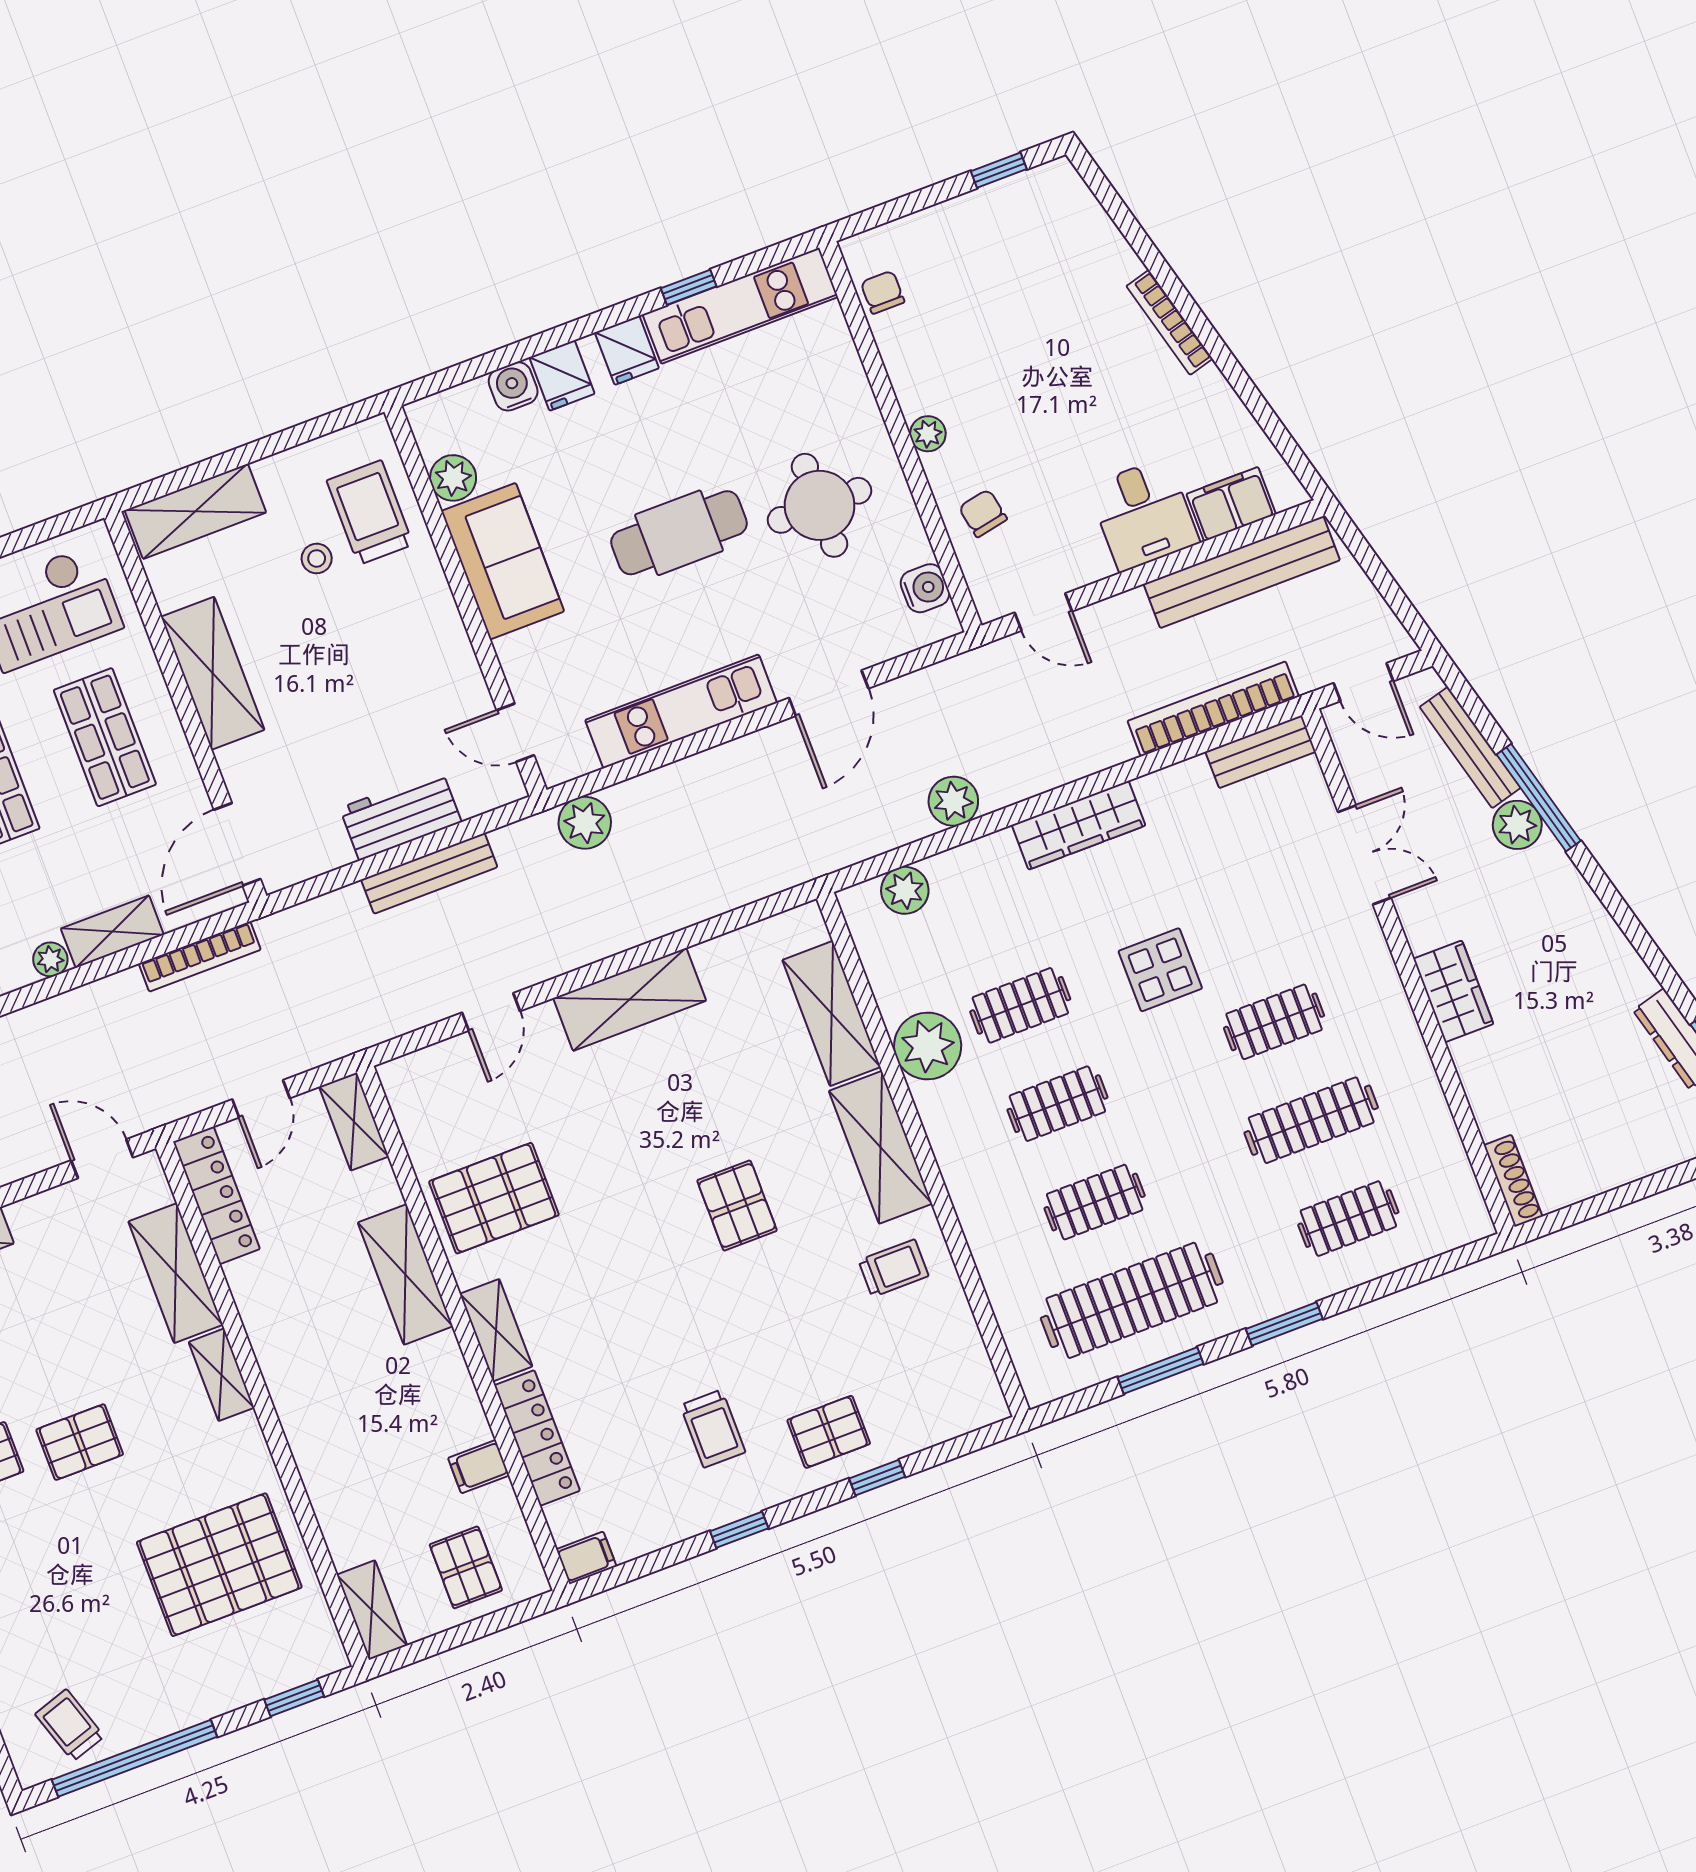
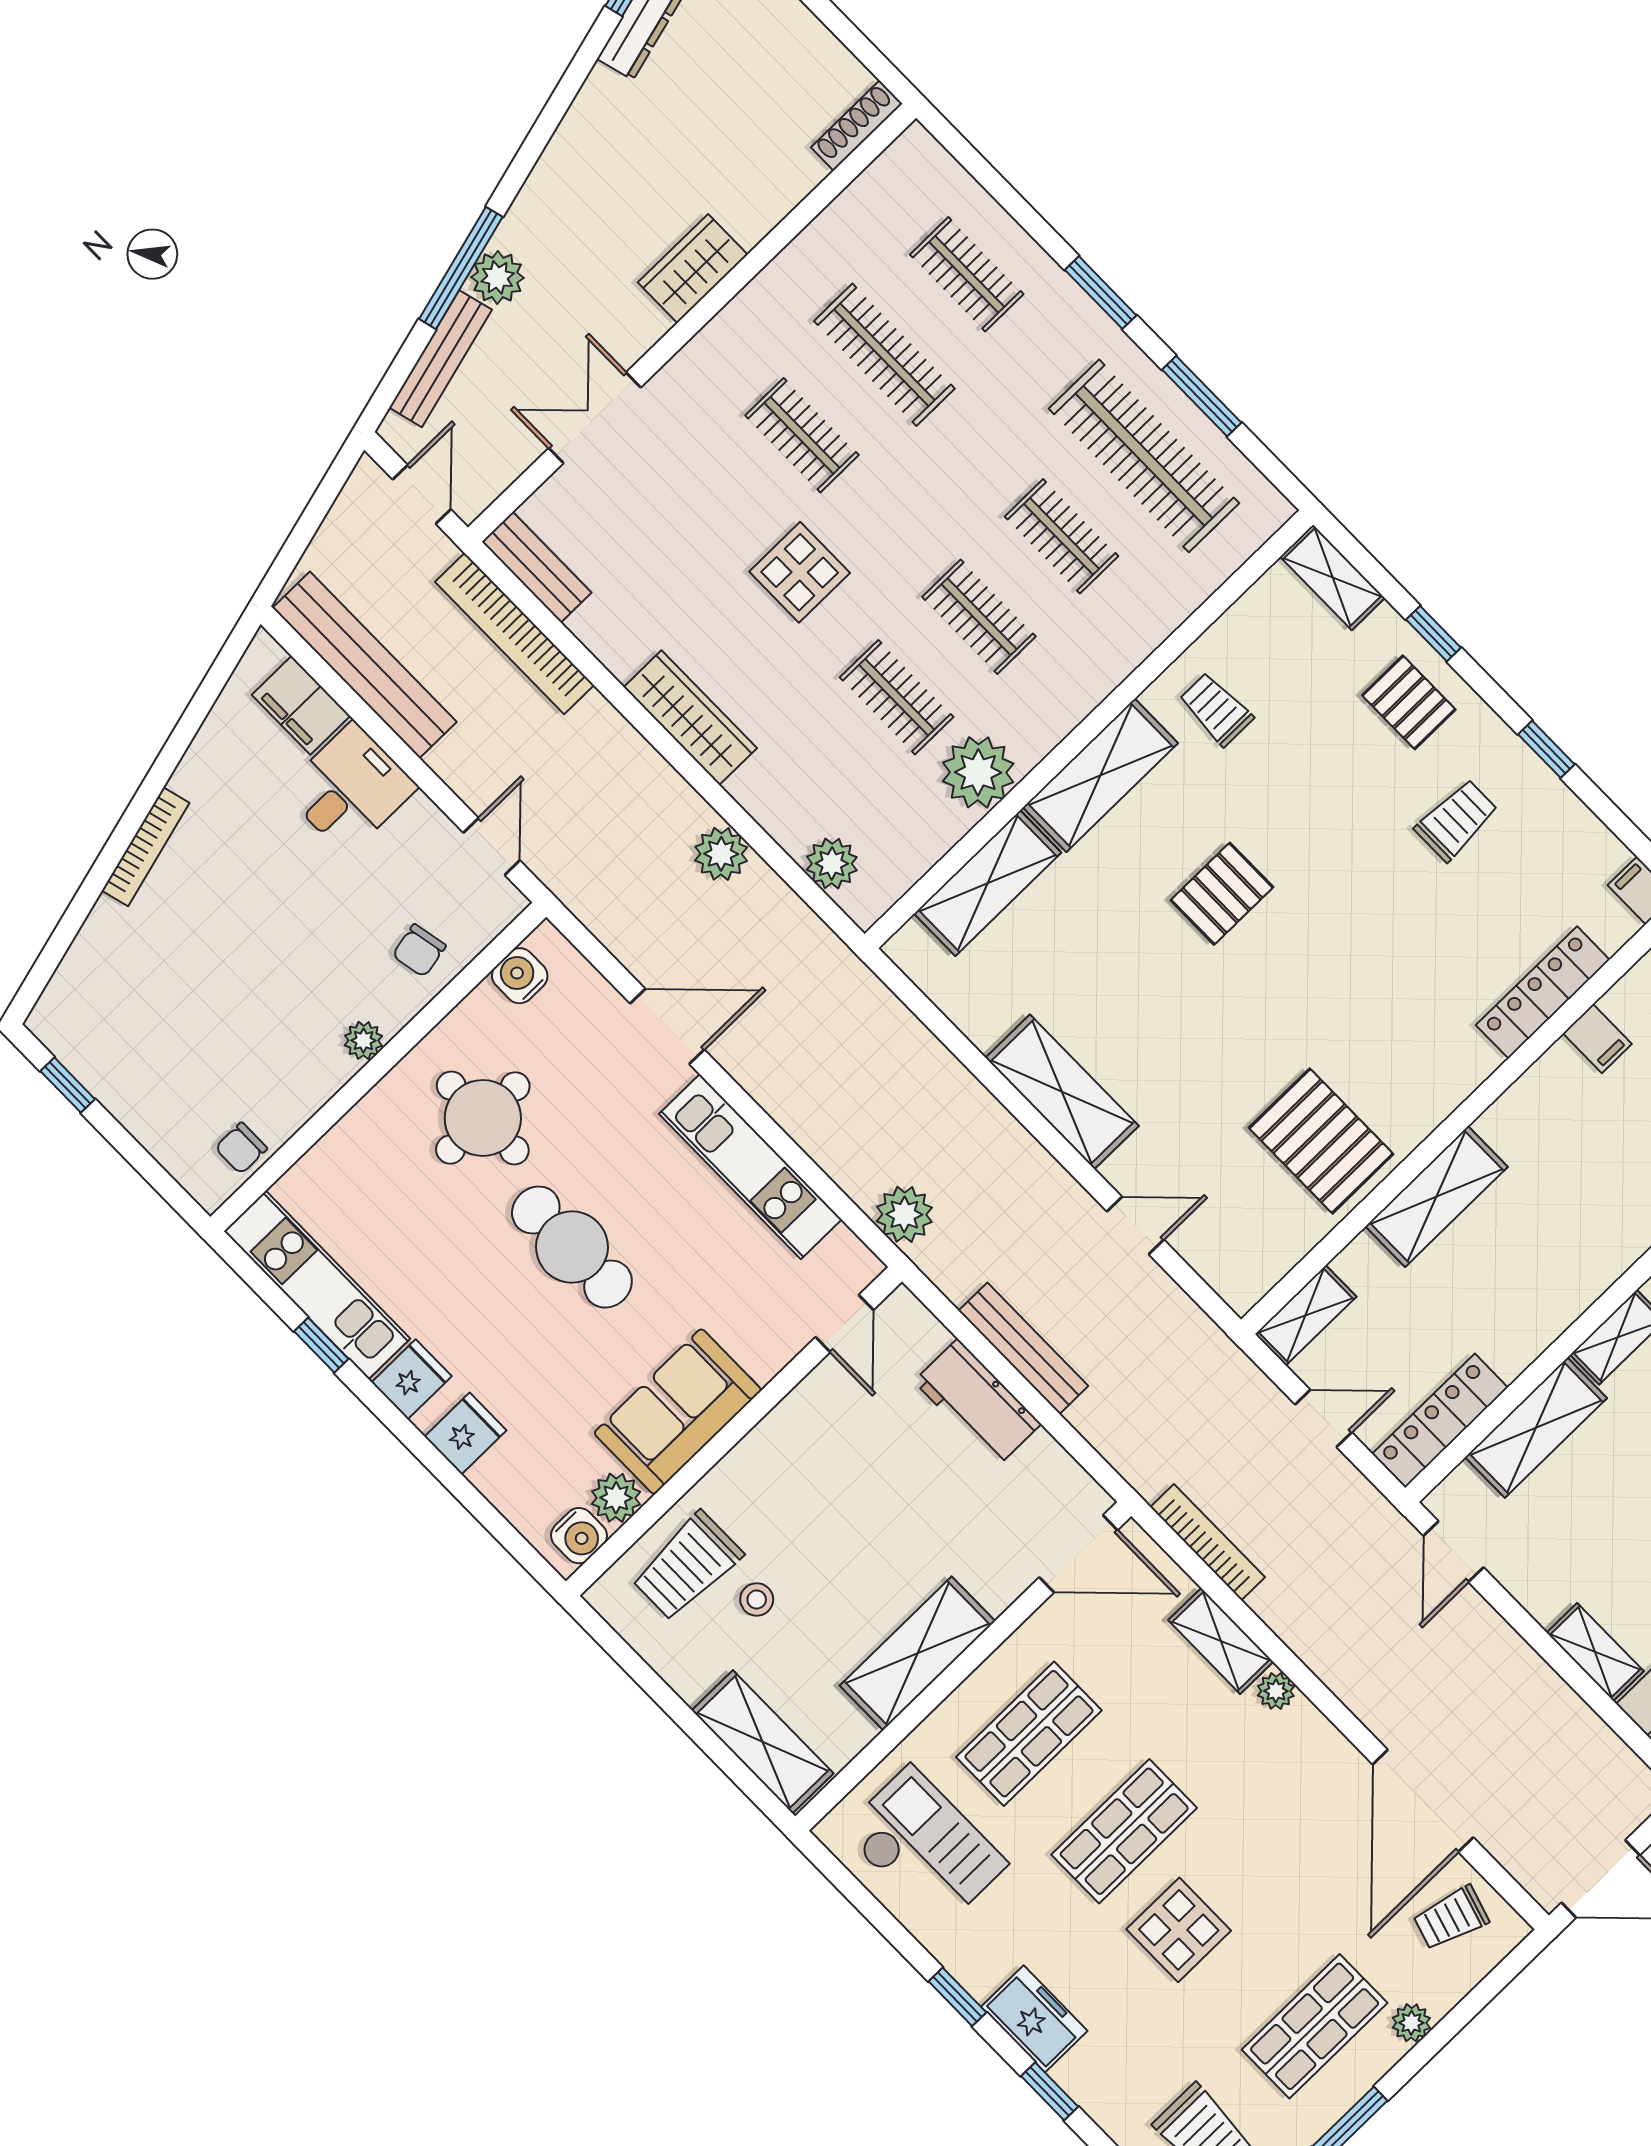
water cooler: (513, 386) -> (579, 1536), moved, turned -90
shelving: (496, 1330) -> (1332, 577), moved, turned 90

